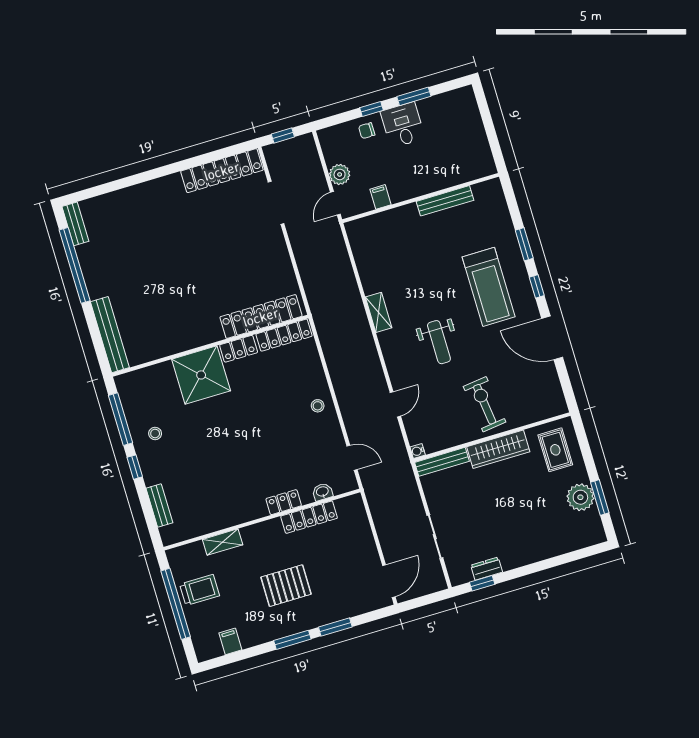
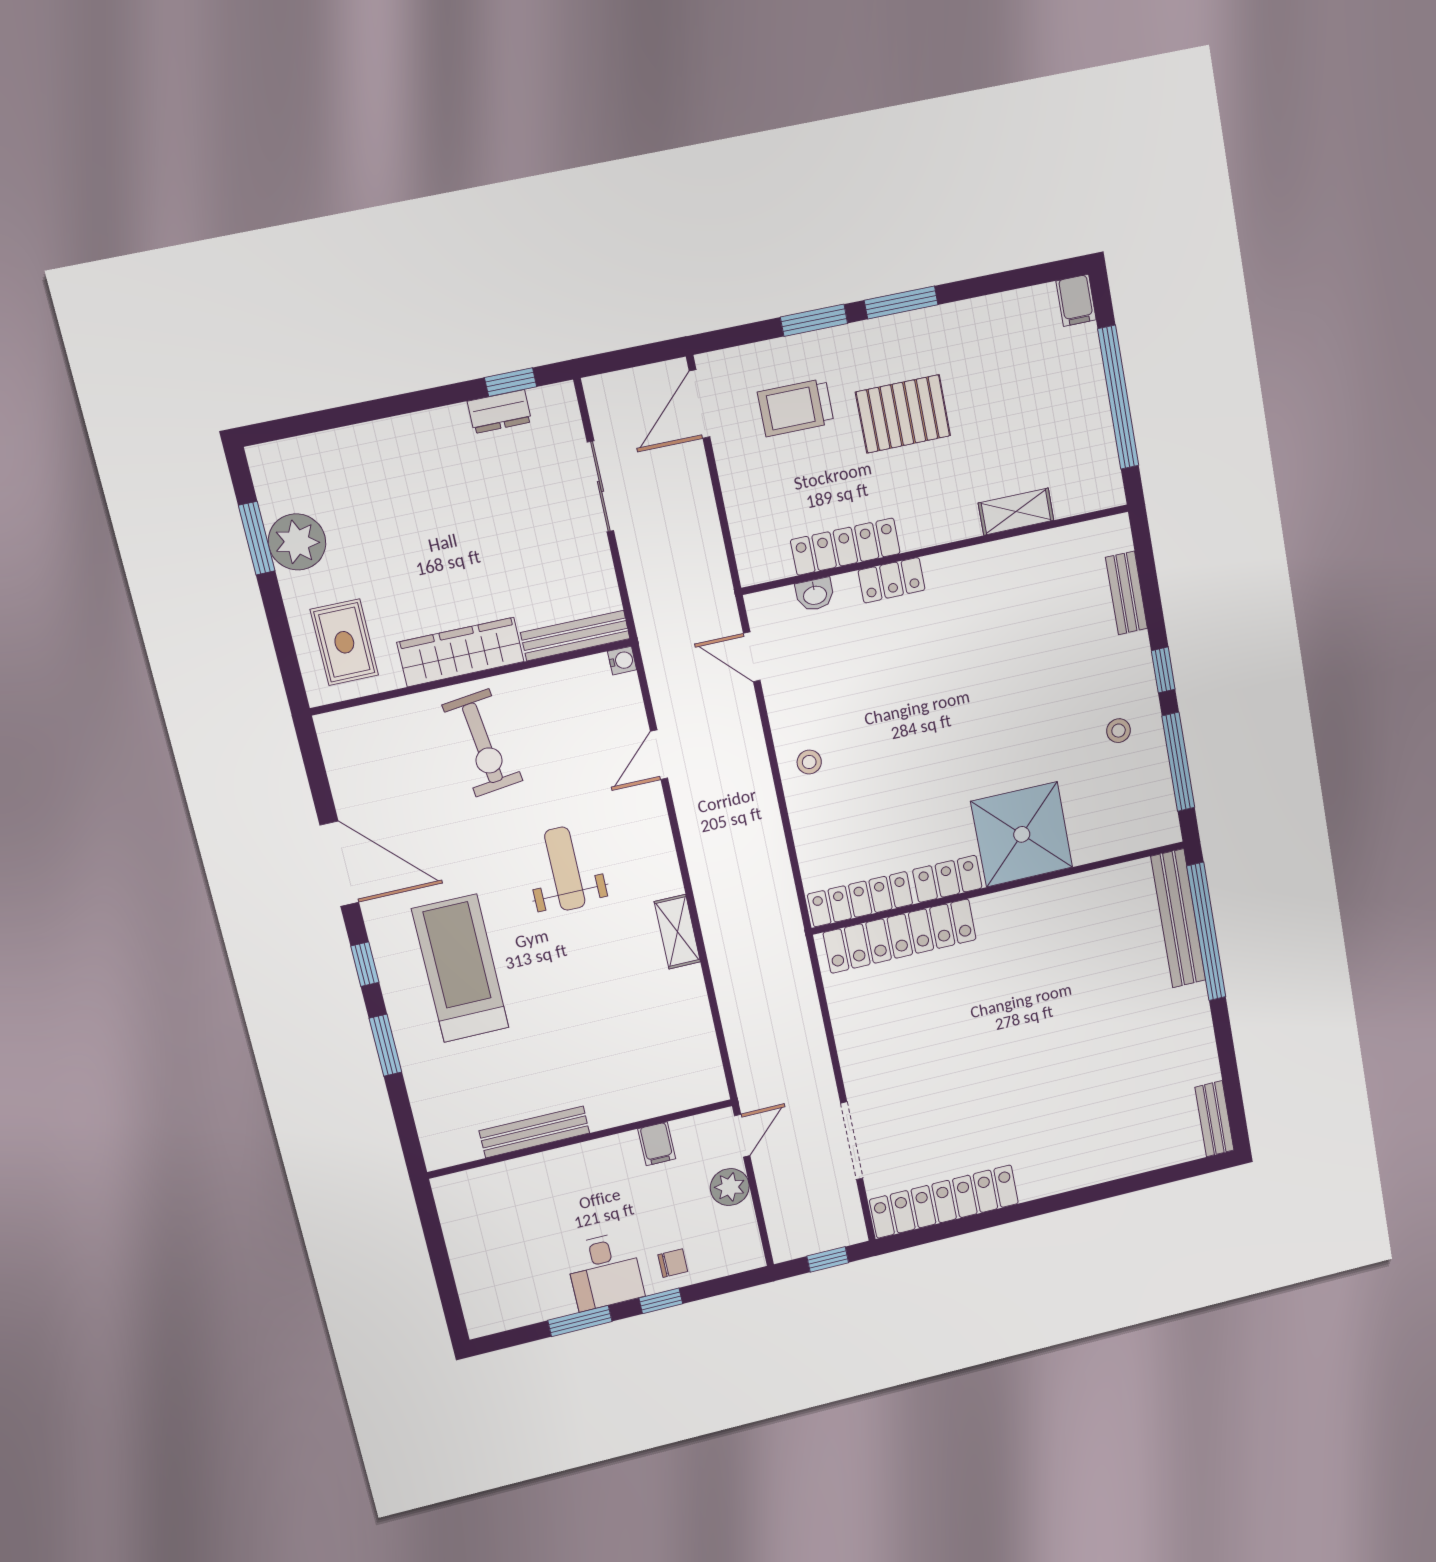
window: (75, 265) -> (1206, 932), moved
trolley: (200, 590) -> (796, 408), moved
filing cabinet: (230, 641) -> (1076, 300), moved

